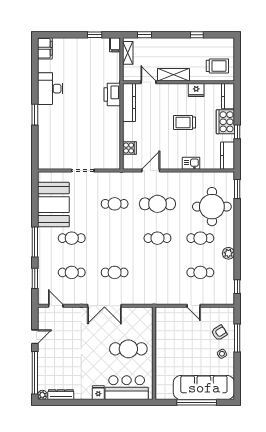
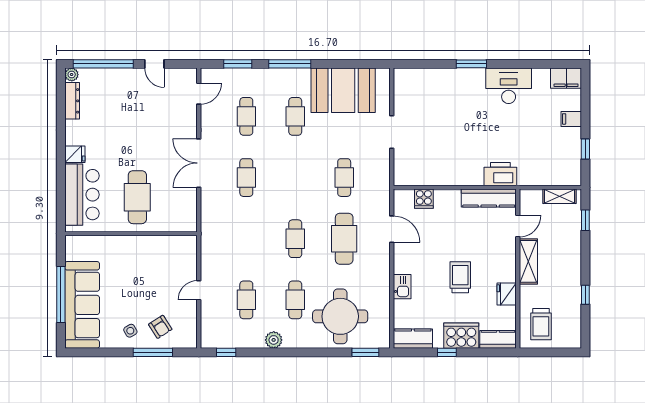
filing cabinet: (115, 45) -> (571, 119), moved

